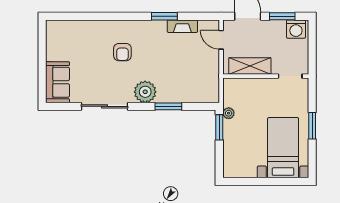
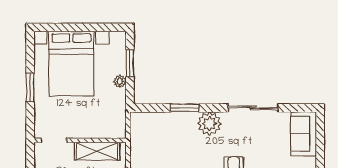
plant: (229, 113) -> (120, 81), moved
window: (219, 127) -> (130, 63), moved
bed with nightstands: (283, 148) -> (71, 64), width x1.36

